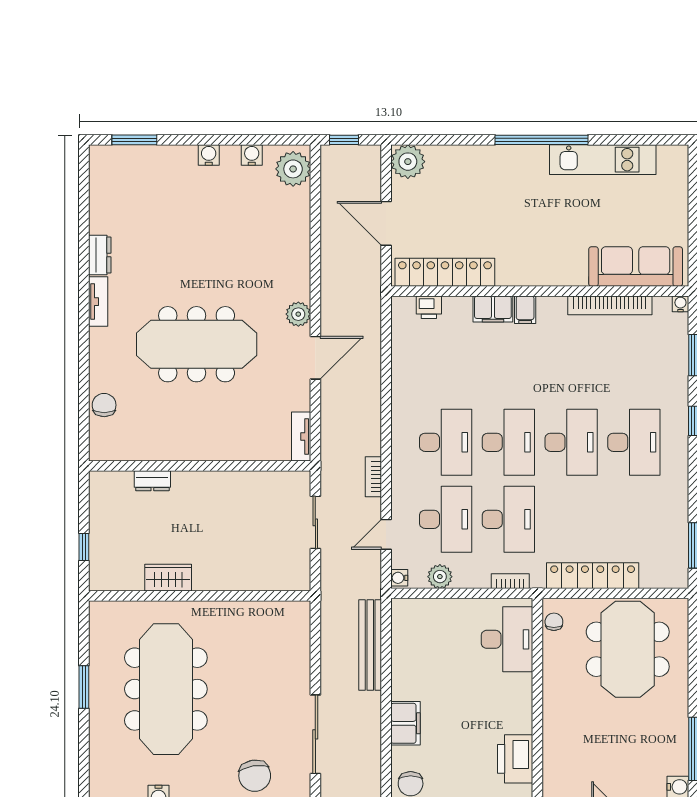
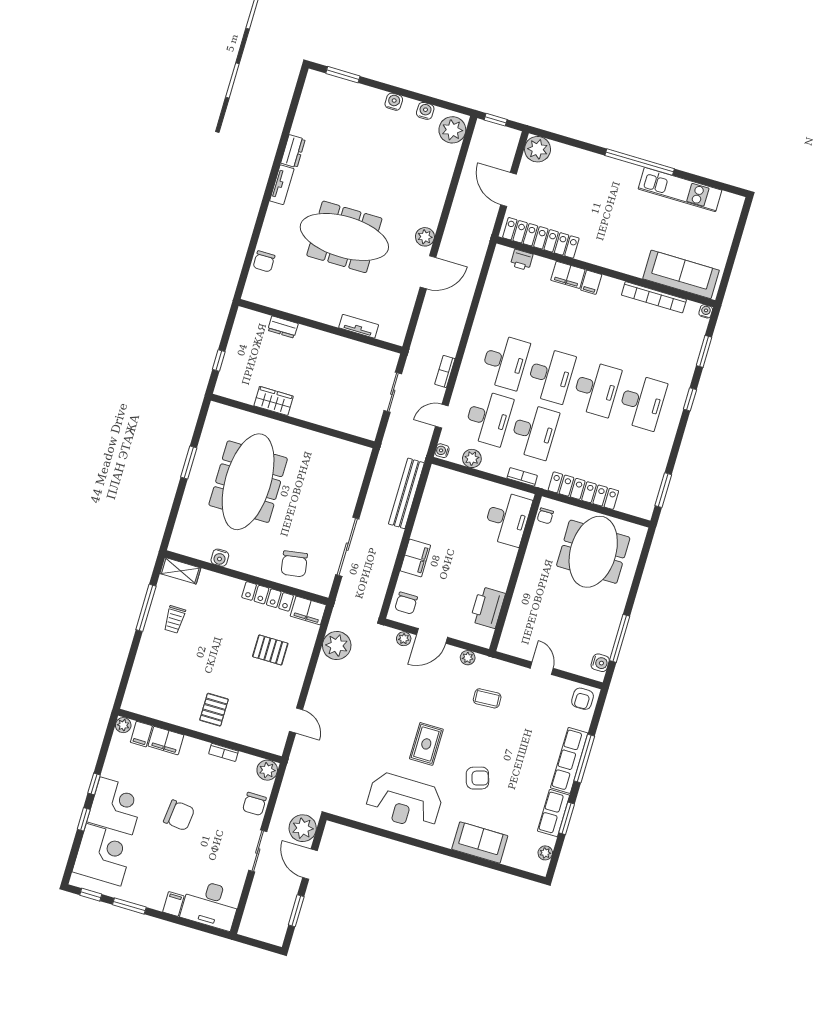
chair: (104, 405) -> (264, 261), turned 180
tv unit: (301, 436) -> (359, 326), moved, turned 90
chair: (554, 622) -> (545, 516), turned 180

